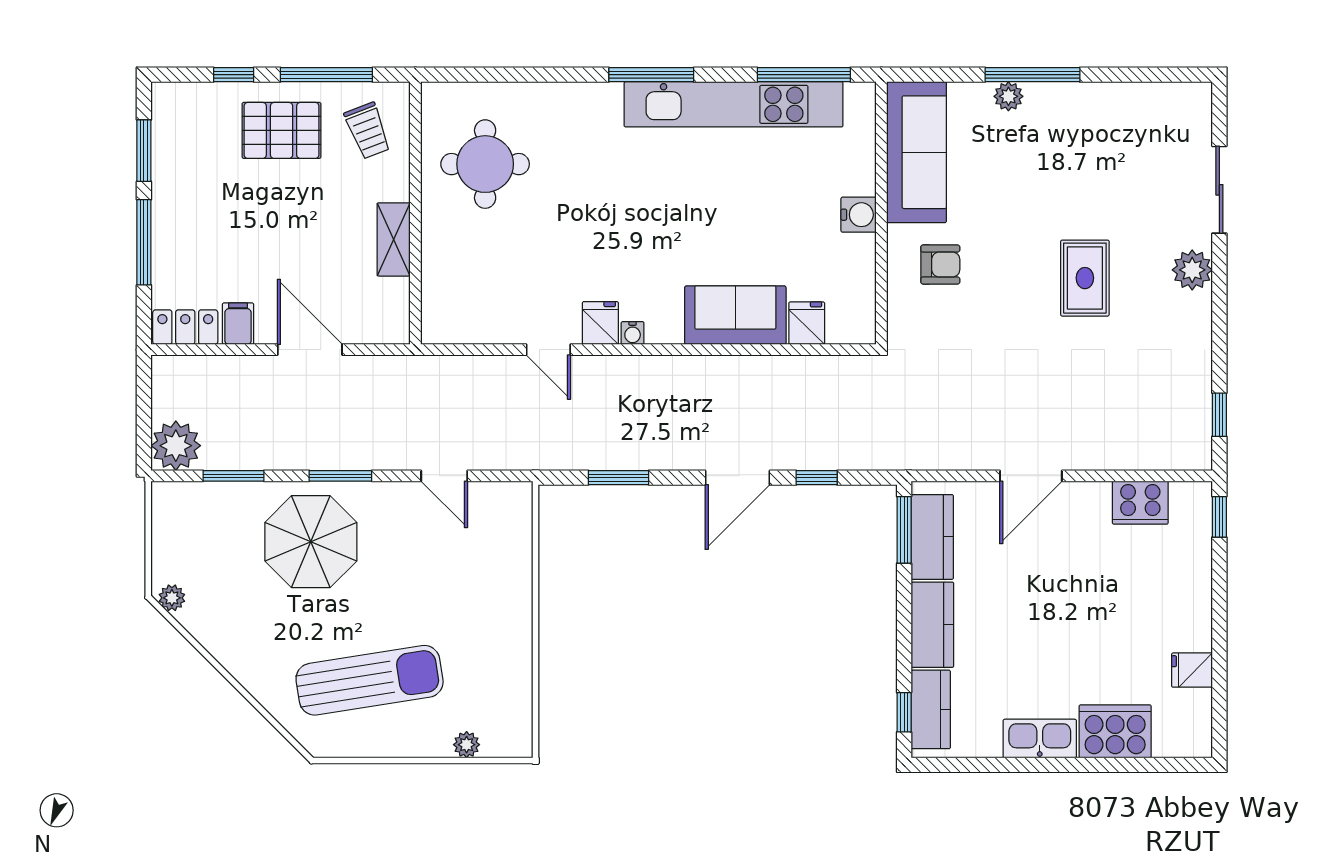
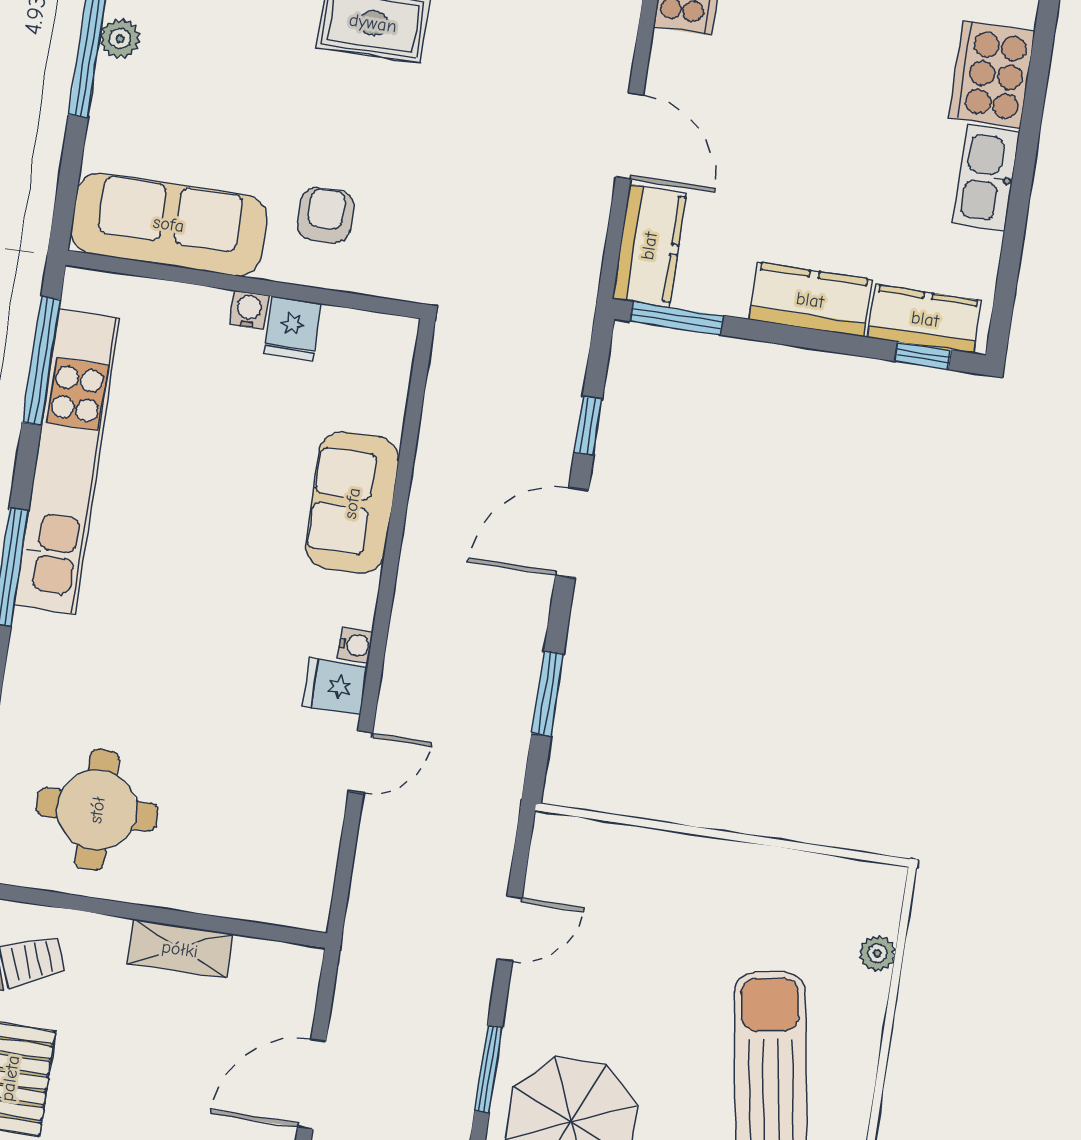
plant: (1008, 96) -> (120, 39), moved
water cooler: (859, 215) -> (249, 310), width x0.72, depth x0.72
fridge: (807, 323) -> (292, 328), moved, turned -90
door: (738, 478) -> (572, 533), swing flipped
kitchen counter: (932, 537) -> (649, 246), moved, turned 90

